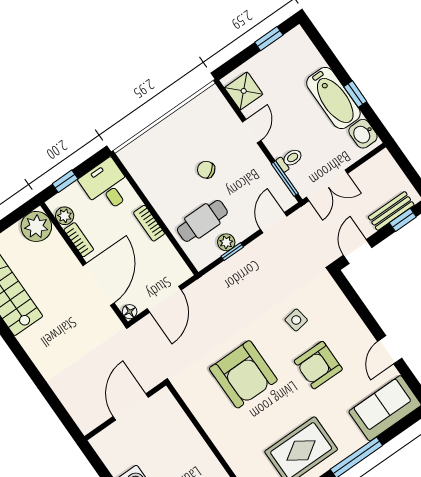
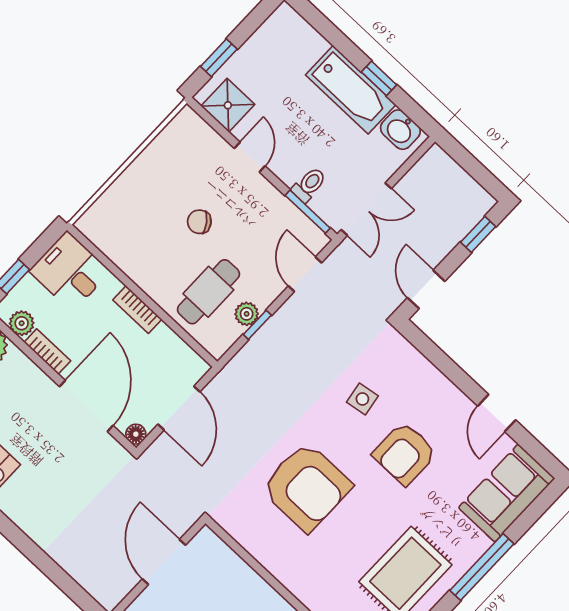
window: (269, 39) -> (219, 58), moved
bench: (391, 211) -> (460, 226), removed

